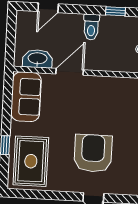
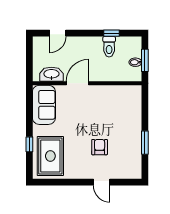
toilet: (91, 27) -> (109, 47), moved
armchair: (93, 153) -> (100, 147), width x0.53, depth x0.53

